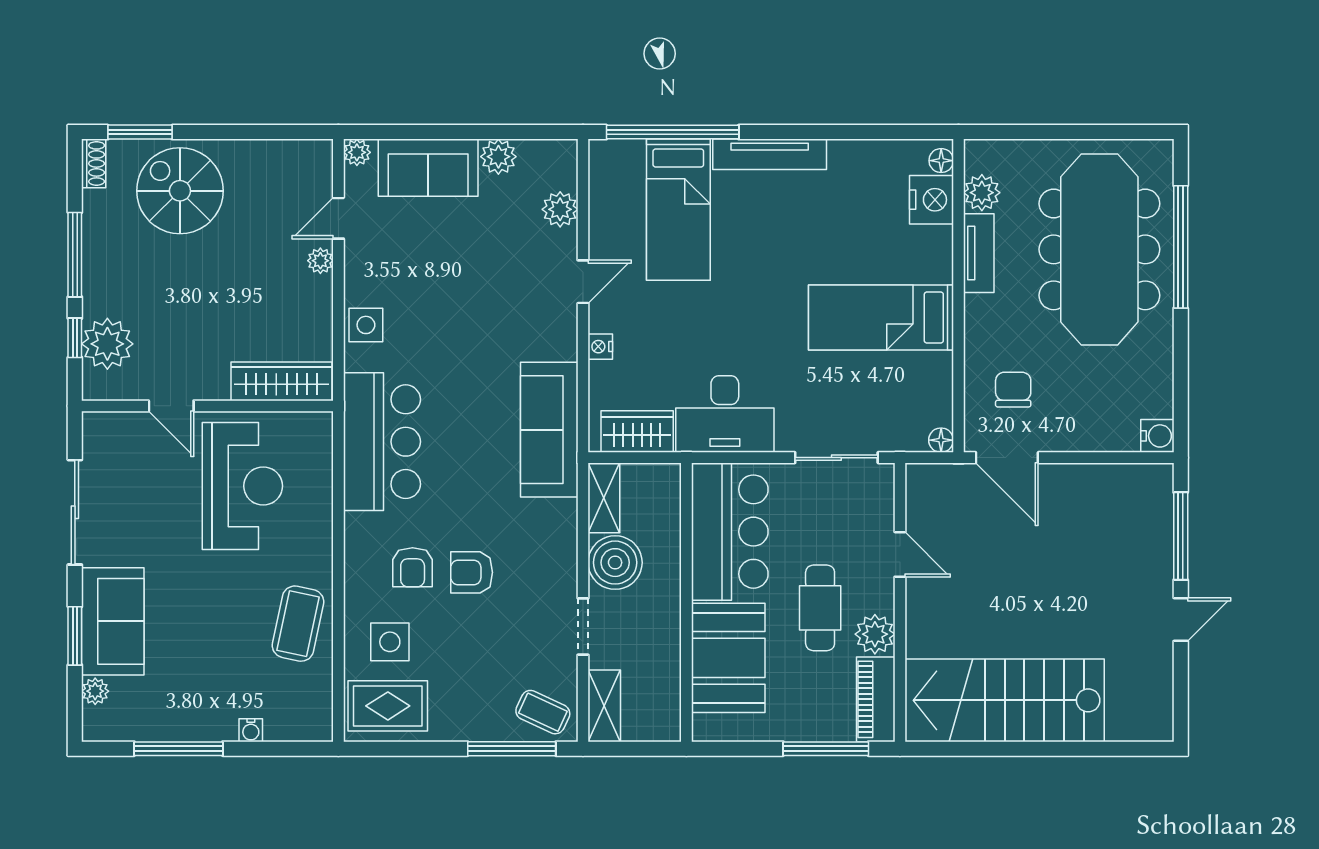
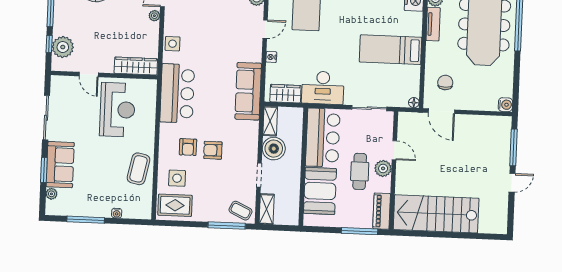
plant: (875, 634) -> (383, 168), moved

